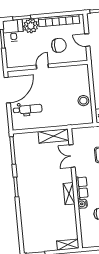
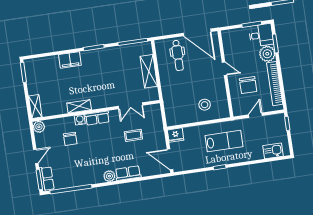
stool: (83, 101) -> (205, 105), moved
shelving: (54, 136) -> (149, 71), moved
double door: (72, 156) -> (130, 106), swing flipped
shelving: (69, 194) -> (79, 106), moved
filing cabinet: (26, 210) -> (70, 60), added
plant: (87, 242) -> (39, 127), added

